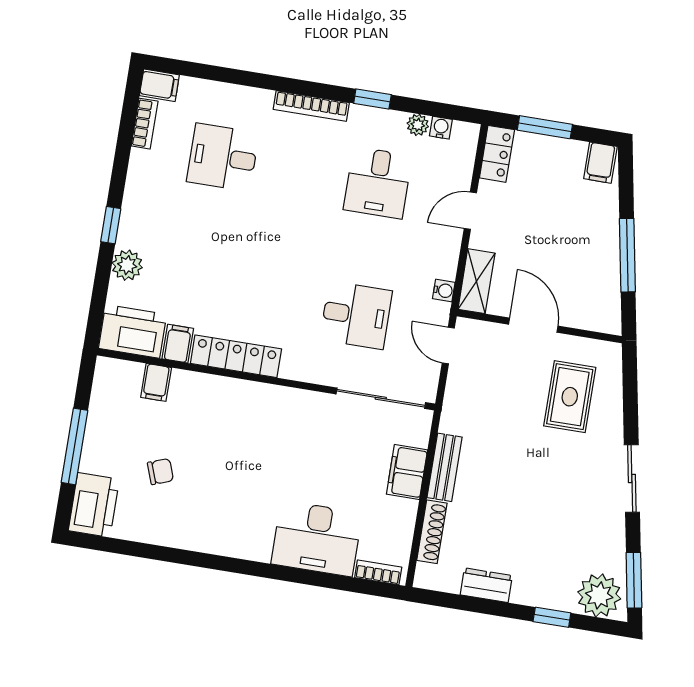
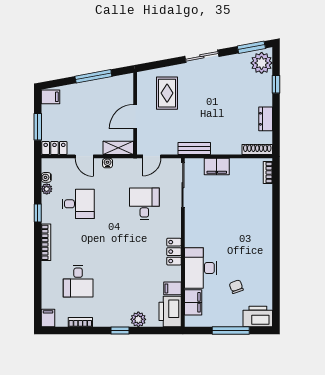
bookcase: (145, 124) -> (80, 322), moved
water cooler: (444, 291) -> (108, 163), moved
locker: (236, 356) -> (174, 252), width x0.66
filing cabinet: (156, 382) -> (193, 302), width x2.00
rug: (570, 397) -> (167, 93), turned 90
bench: (445, 467) -> (194, 149), moved
shoe rack: (432, 532) -> (257, 150), moved
desk: (317, 538) -> (201, 268), moved, turned 180

